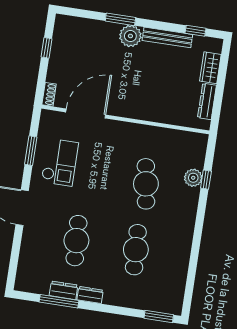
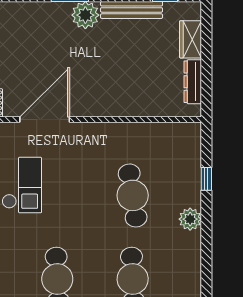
plant: (193, 178) -> (190, 219), moved

